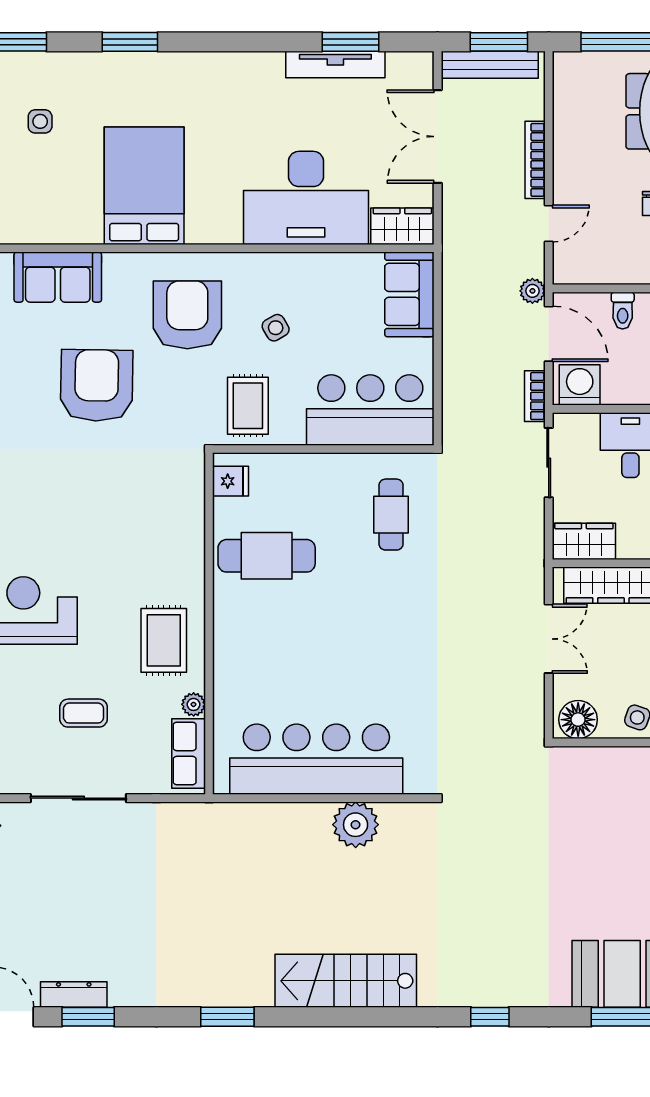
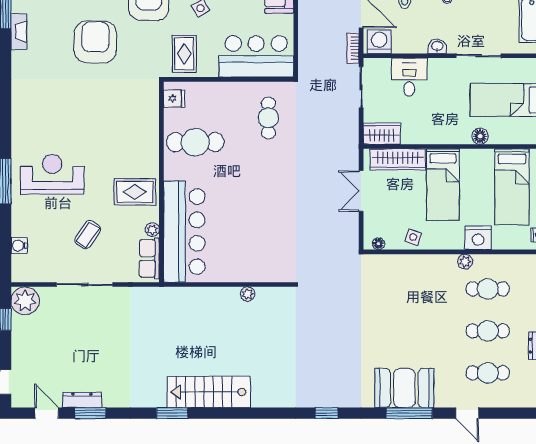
double door: (549, 639) -> (361, 191), swing flipped
rug: (164, 640) -> (135, 192), turned 90
coffee table: (84, 713) -> (88, 235), turned -56
floor lamp: (578, 720) -> (378, 244), width x0.53, depth x0.53
bar counter: (316, 759) -> (184, 232), moved, turned 90
plant: (356, 825) -> (248, 294), width x0.53, depth x0.53
stairs: (346, 981) -> (209, 392), moved

